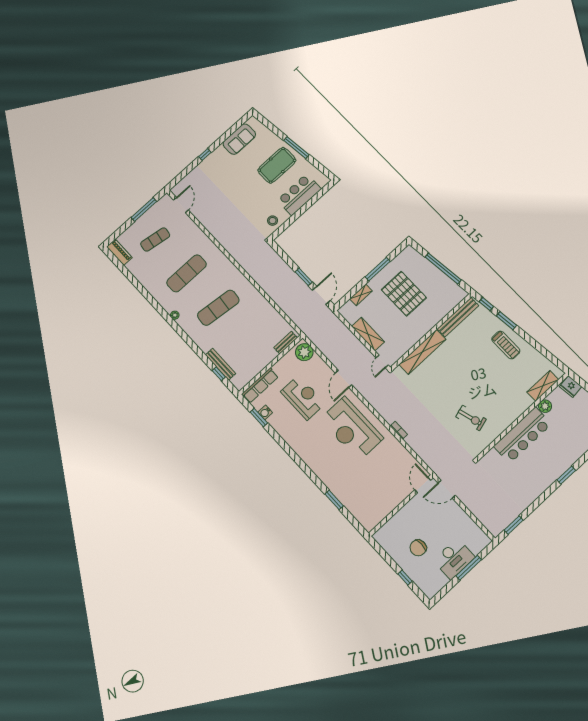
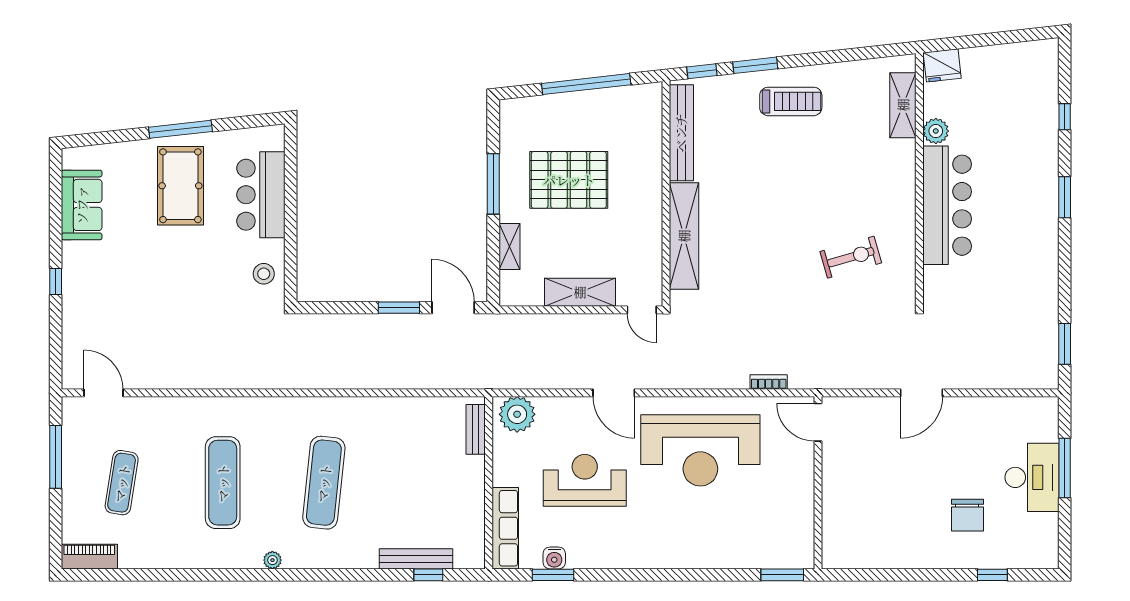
door: (423, 485) -> (818, 422), moved
wall: (401, 505) -> (818, 483), moved

